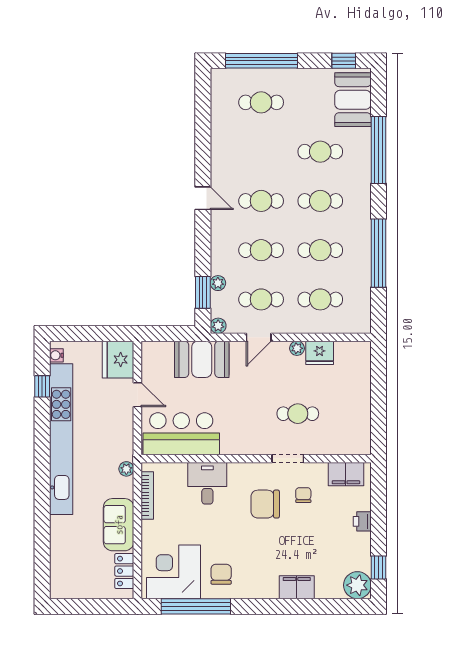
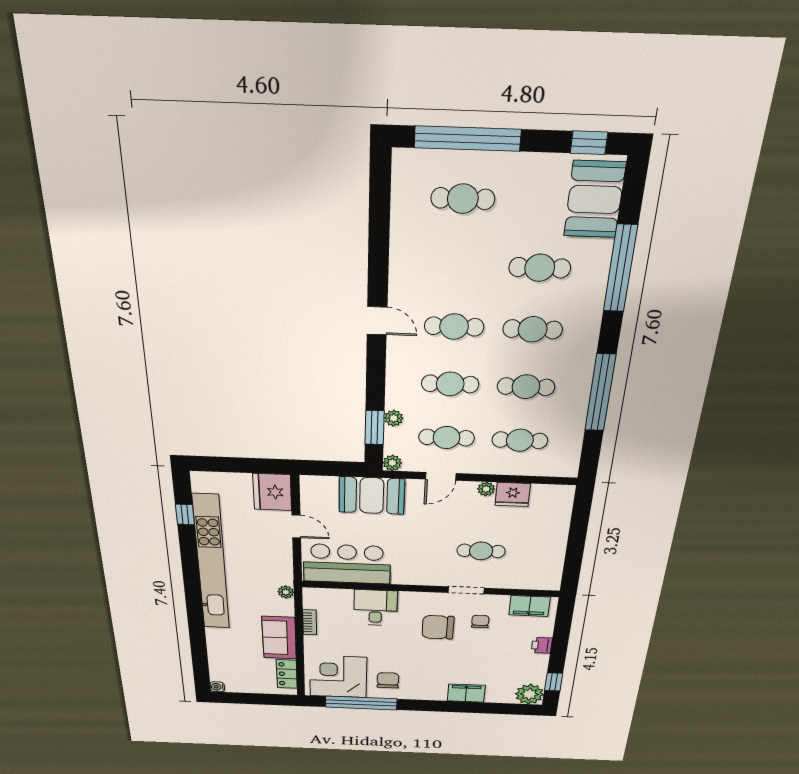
water cooler: (56, 355) -> (217, 687), moved
bookcase: (147, 495) -> (310, 622), width x0.64

